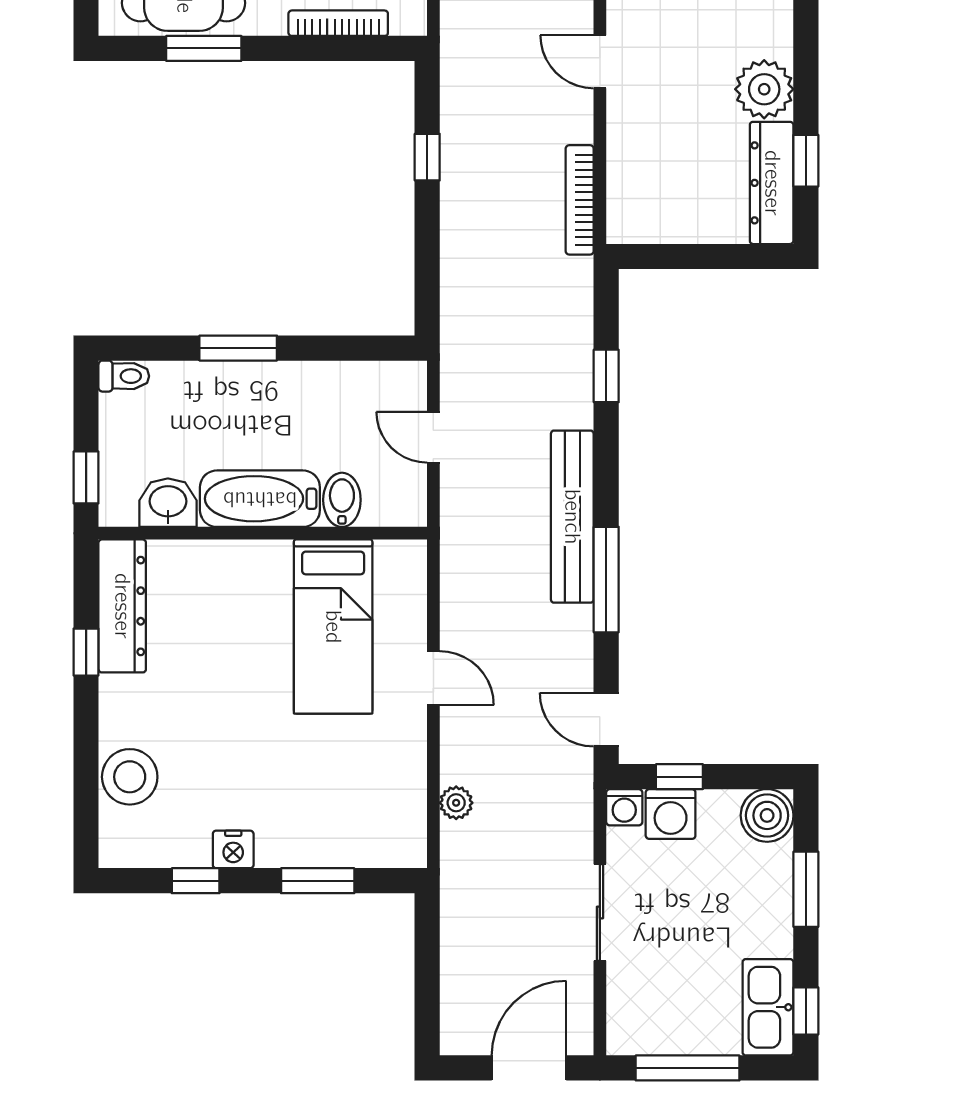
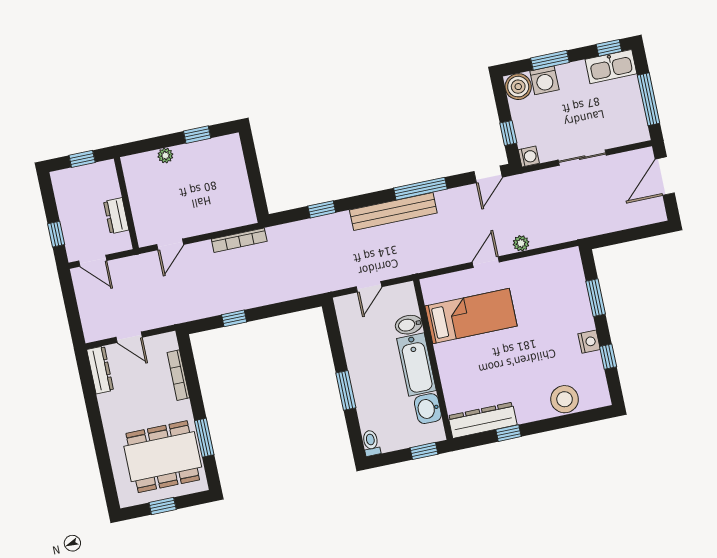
plant: (764, 89) -> (165, 155), width x0.53, depth x0.53
dresser: (772, 183) -> (211, 149), removed
plant: (456, 803) -> (521, 243), moved
washing machine: (671, 814) -> (544, 80), moved, turned 90
door: (529, 1068) -> (665, 176), hinge flipped

